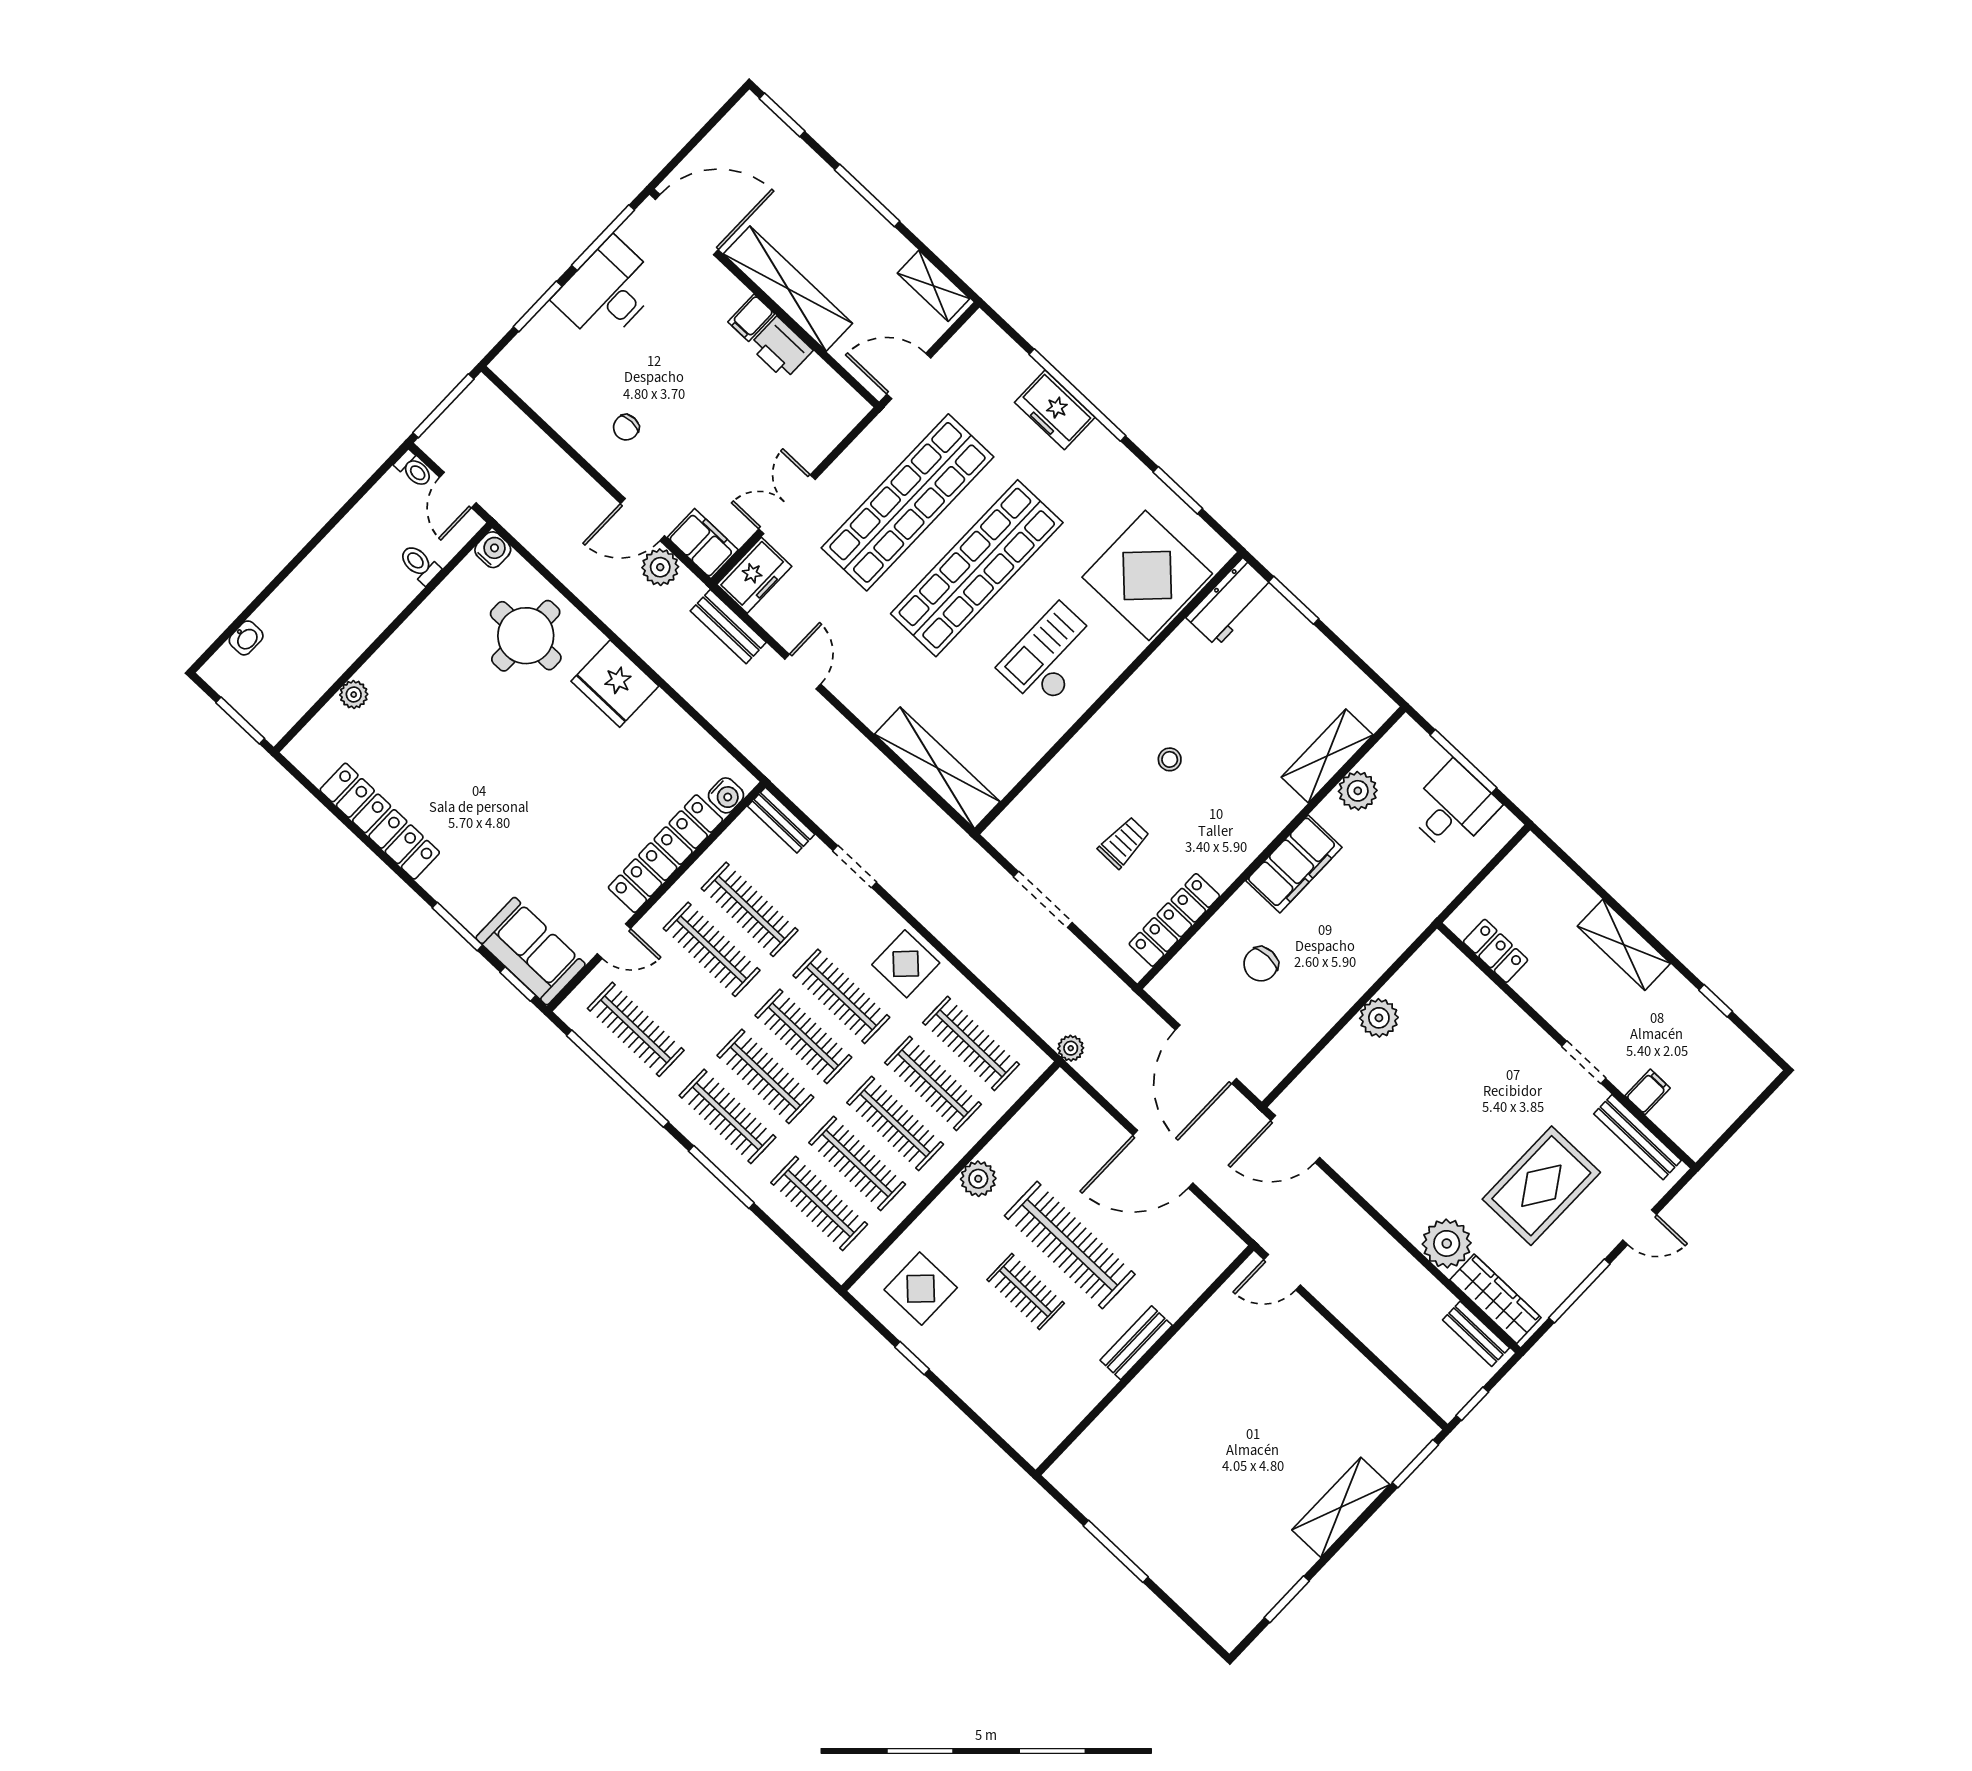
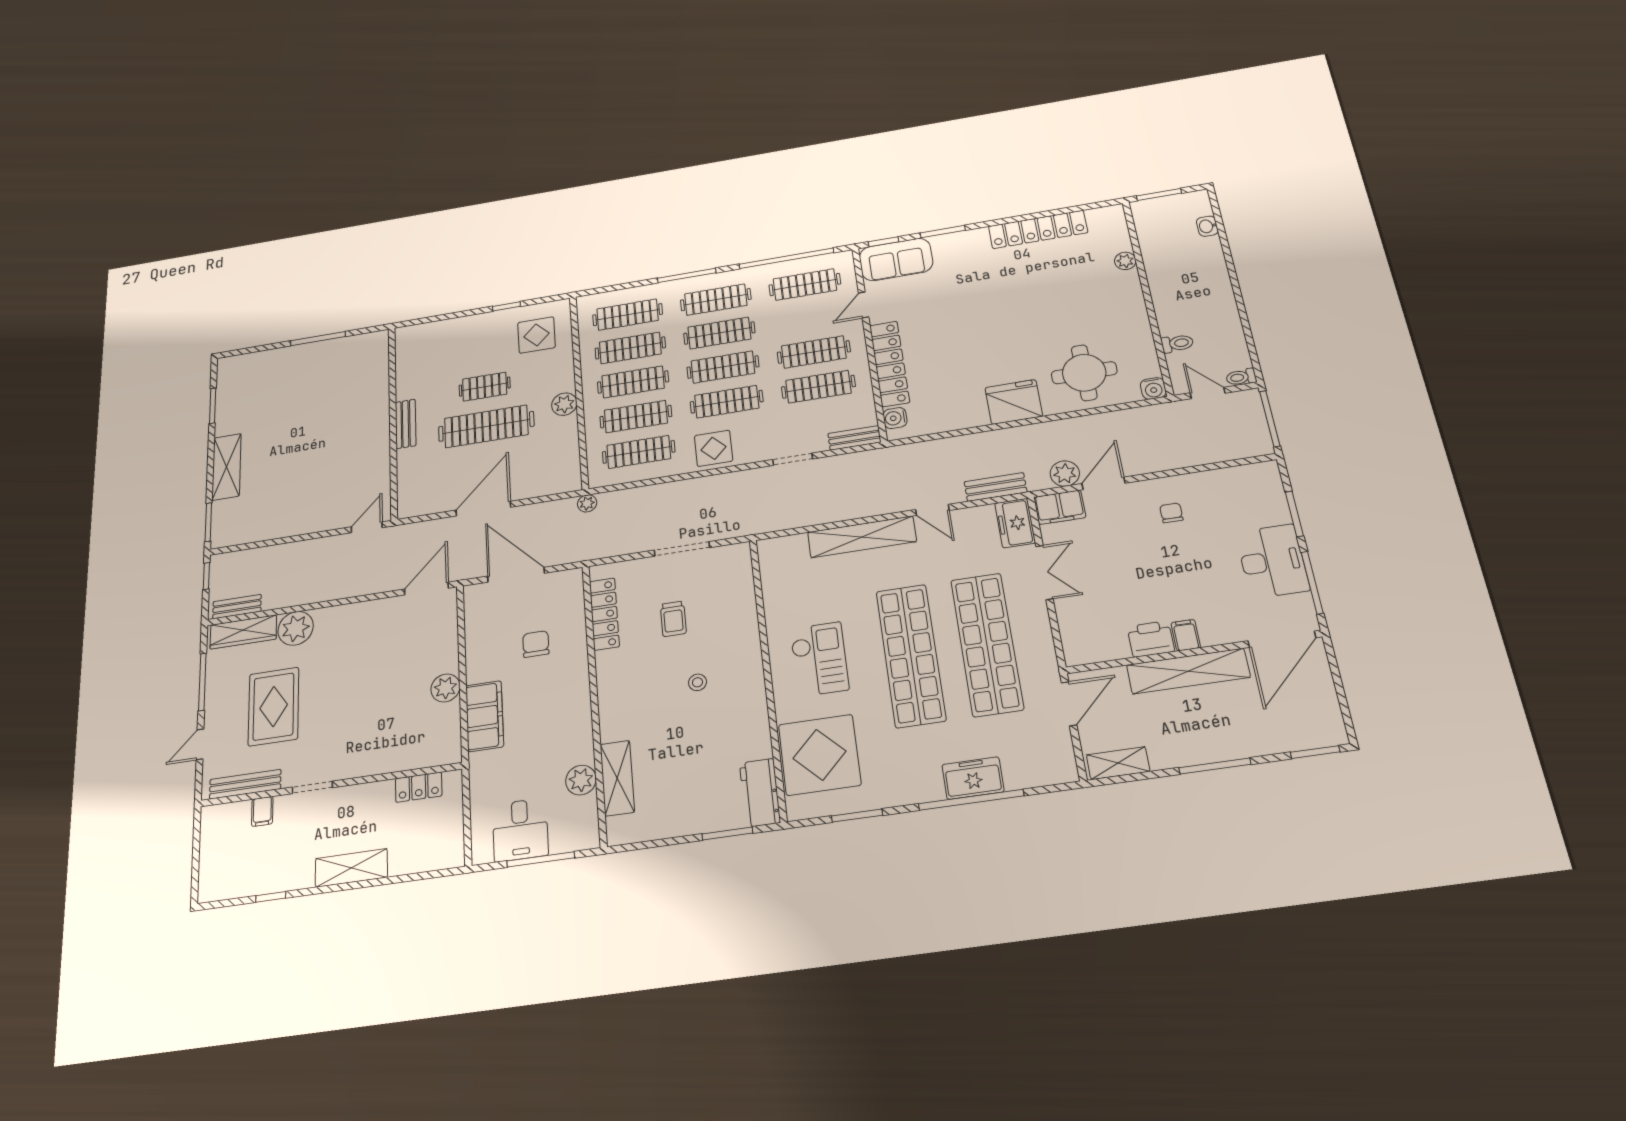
shelving: (937, 768) -> (862, 537), moved
filing cabinet: (1294, 864) -> (485, 716), moved, turned 180

